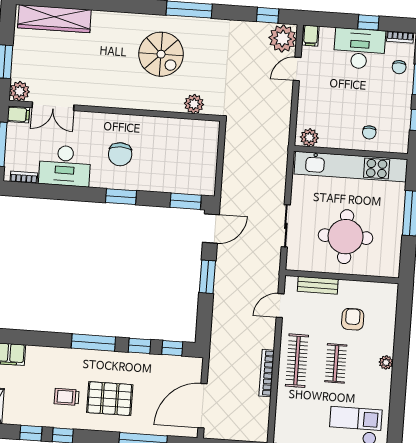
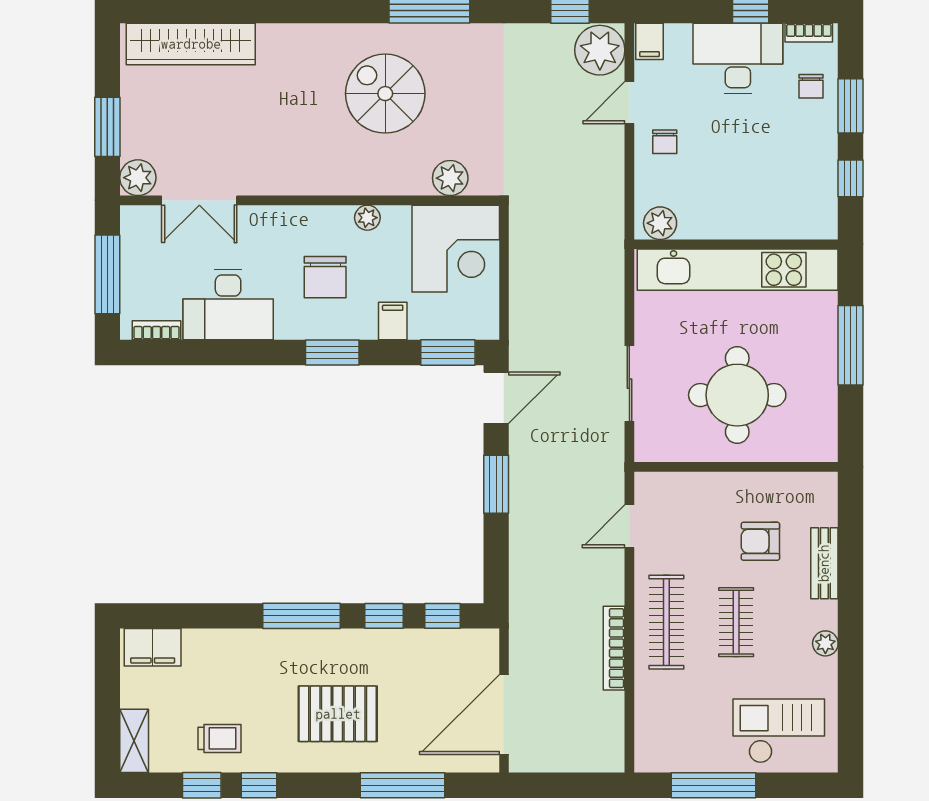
spiral stairs: (161, 54) -> (385, 94), turned 180
filing cabinet: (18, 114) -> (393, 321), moved, turned -90
plant: (146, 123) -> (367, 218), added
chair: (369, 132) -> (665, 142), moved
corner desk: (194, 144) -> (456, 249), added
bench: (318, 285) -> (824, 563), moved, turned 90
armchair: (353, 319) -> (760, 541), turned -90
plant: (386, 362) -> (825, 643), moved
trolley: (67, 397) -> (220, 738), moved, turned 180

